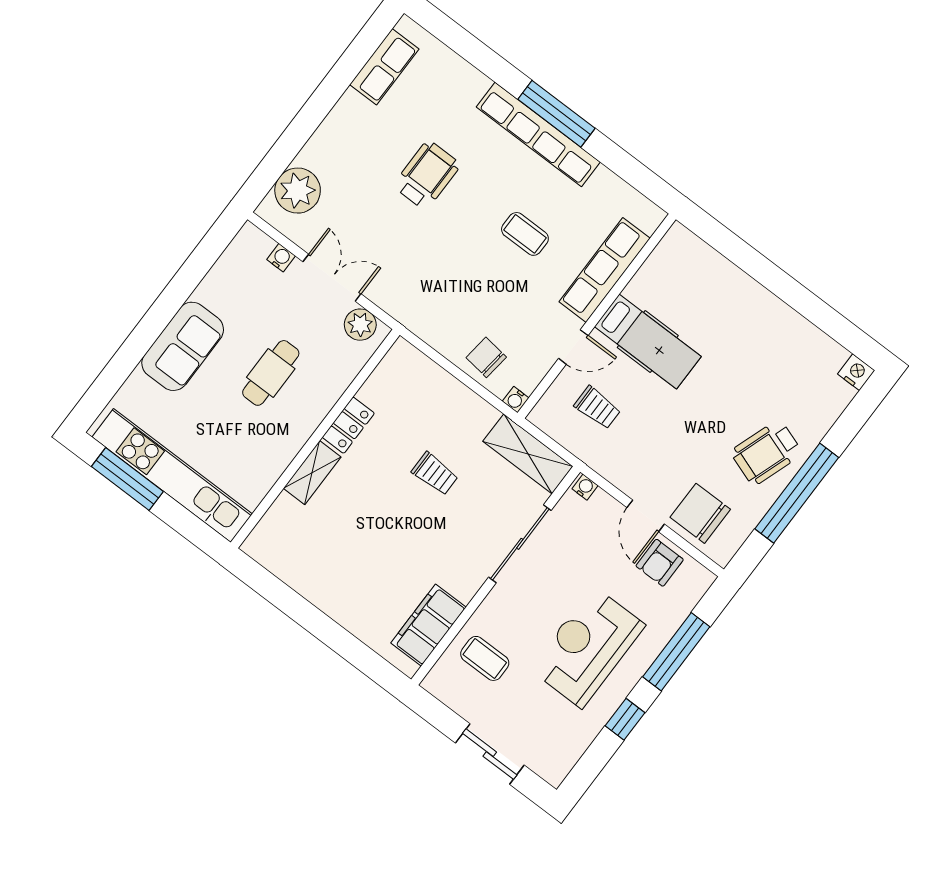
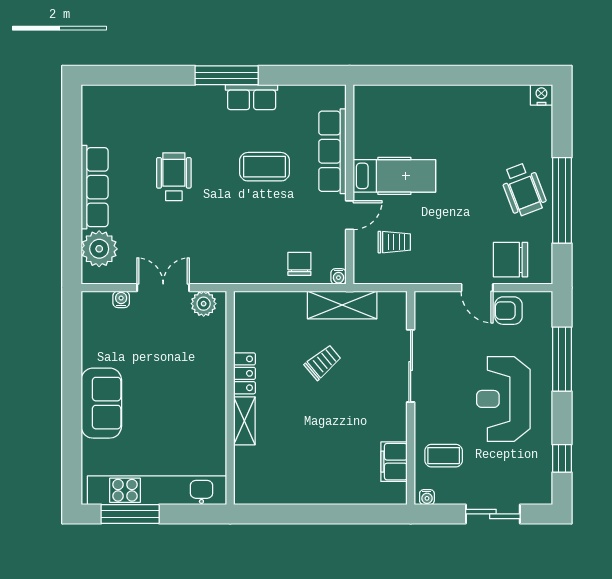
row of seats: (384, 67) -> (95, 187), moved, width x1.48
row of seats: (538, 134) -> (252, 97), width x0.50
coffee table: (525, 234) -> (265, 167), width x1.36, depth x1.30
chair: (486, 357) -> (299, 264), turned 83
cafe table: (271, 373) -> (170, 377), removed
wheelchair: (766, 453) -> (523, 189), turned -40
shelving: (528, 454) -> (342, 305), moved
trolley: (435, 474) -> (323, 362), turned -40
water cooler: (585, 487) -> (427, 497), moved, turned 180
armchair: (660, 563) -> (508, 311), turned 90
filing cabinet: (428, 625) -> (394, 462), width x0.67, depth x0.86
window: (625, 719) -> (562, 458), moved

